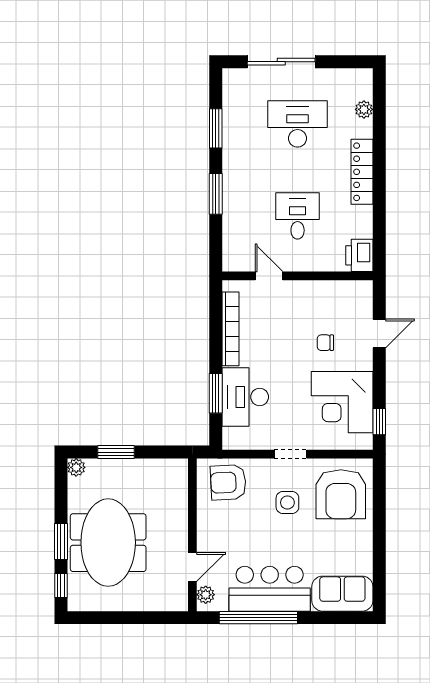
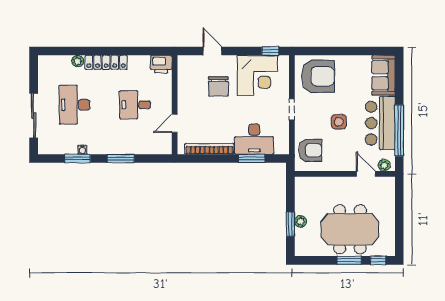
plant: (364, 109) -> (78, 61), moved
water cooler: (229, 136) -> (82, 150), added
chair: (325, 343) -> (218, 86), width x1.87, depth x1.87
plant: (76, 467) -> (300, 221), moved
armchair: (228, 482) -> (310, 150), turned -87
side table: (287, 503) -> (339, 122), moved

